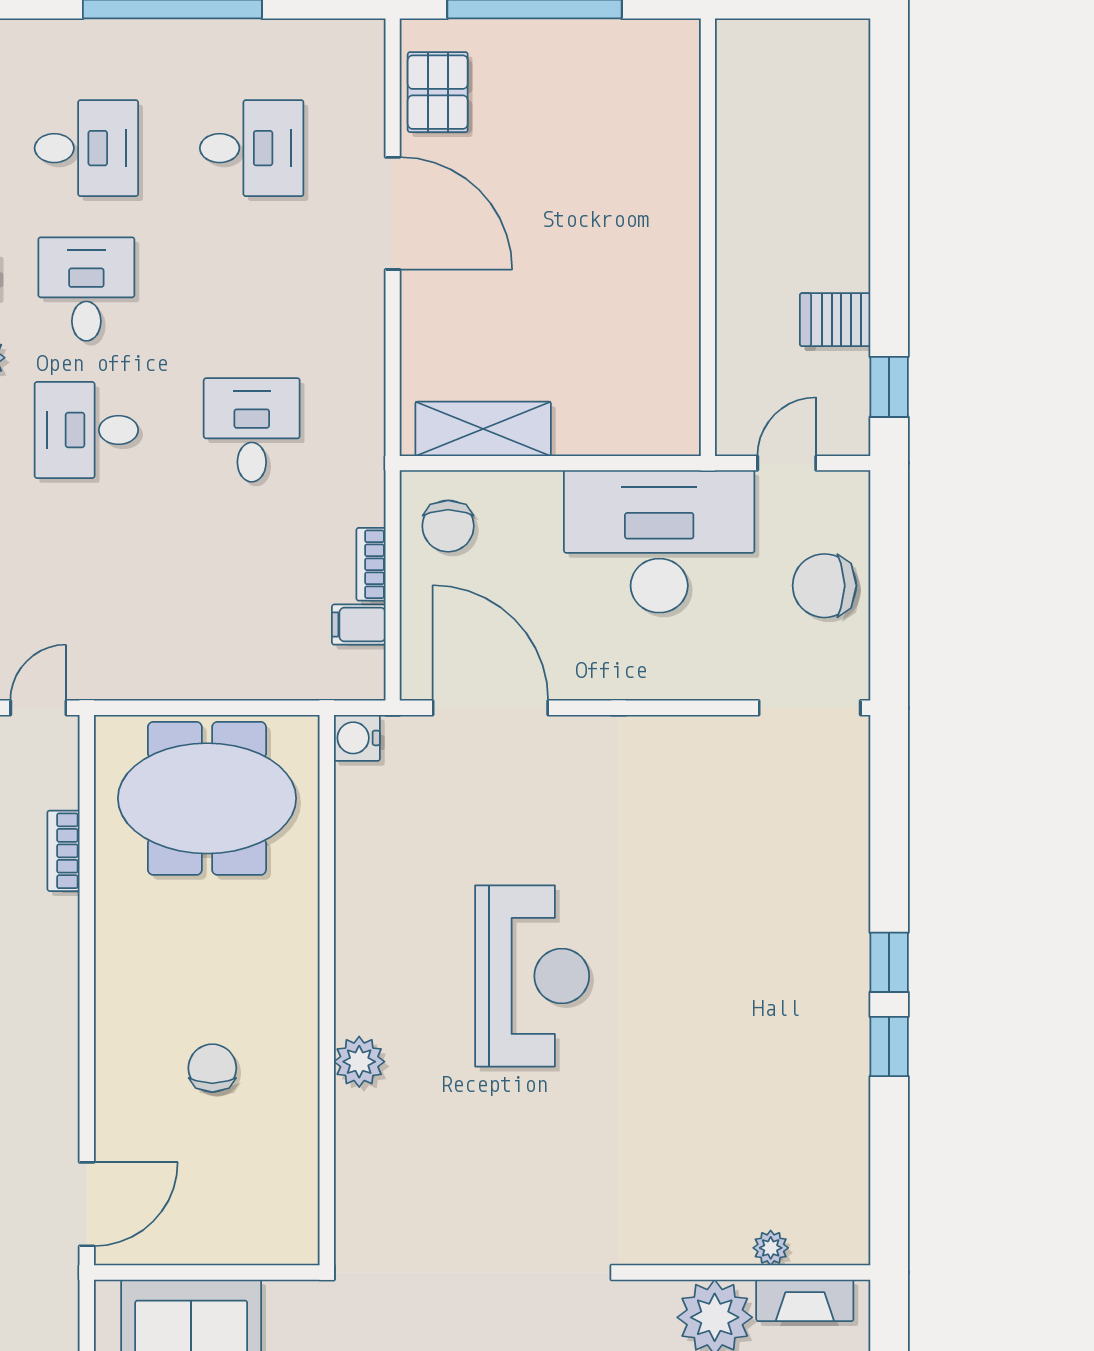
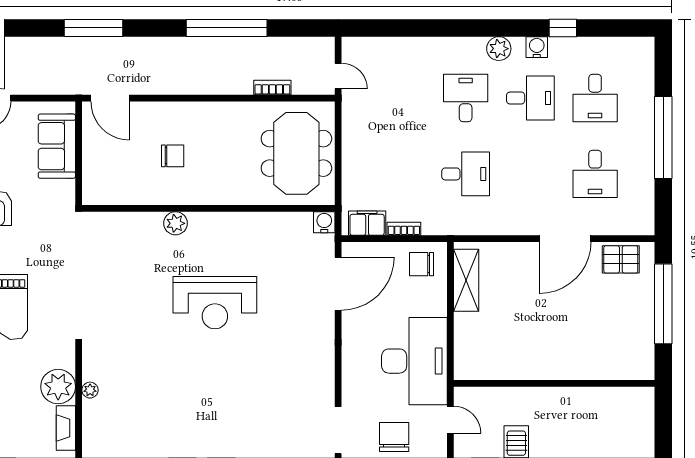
filing cabinet: (359, 625) -> (367, 223), width x2.00
plant: (771, 1248) -> (90, 390), moved

